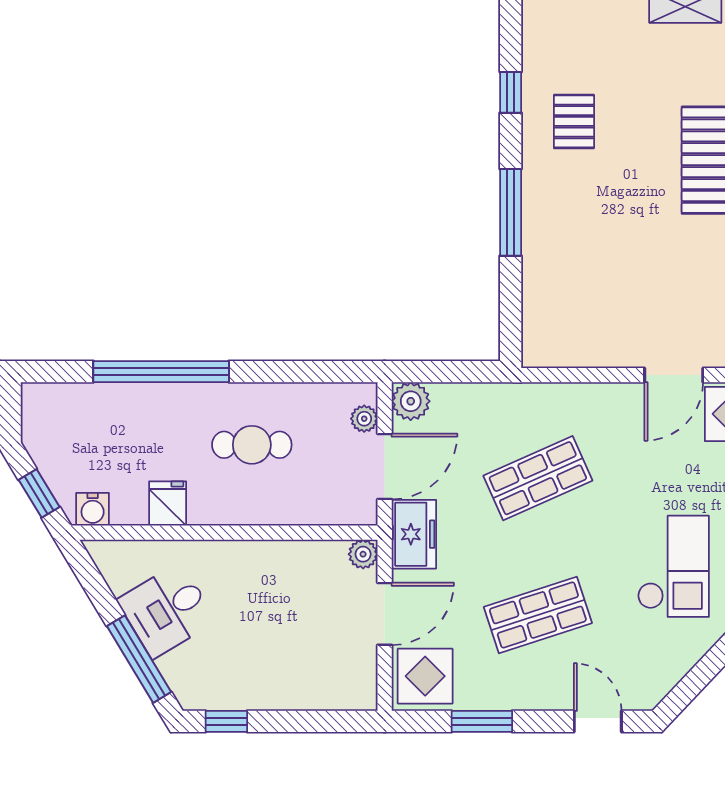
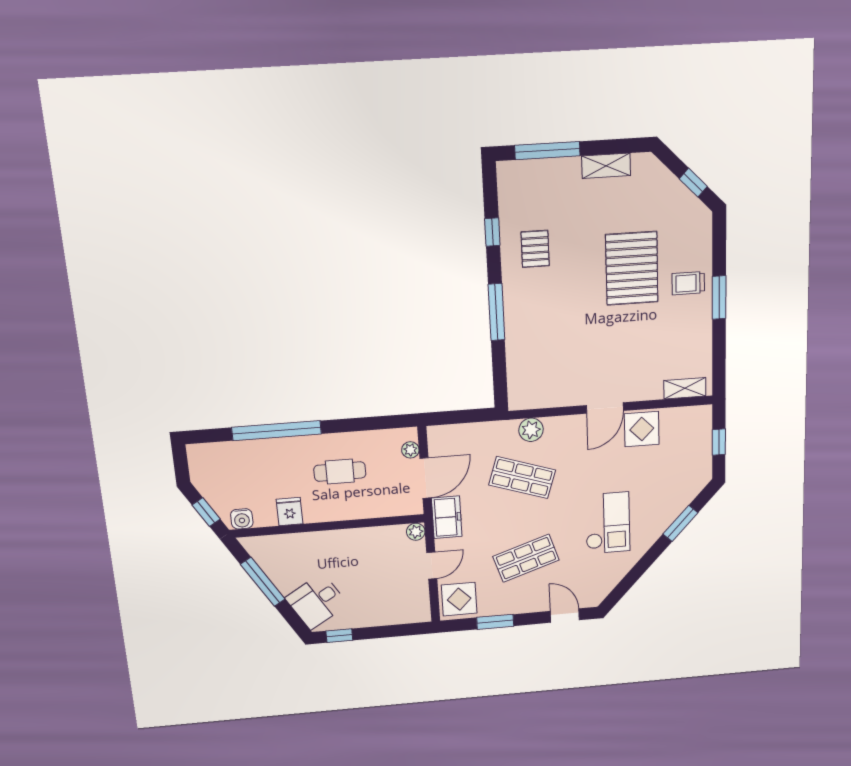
plant: (411, 401) -> (531, 430), moved
shop shelf: (538, 478) -> (522, 477), turned 42
desk: (167, 610) -> (317, 601), moved
door: (385, 614) -> (432, 566), width x0.73
window: (139, 659) -> (263, 582), moved

